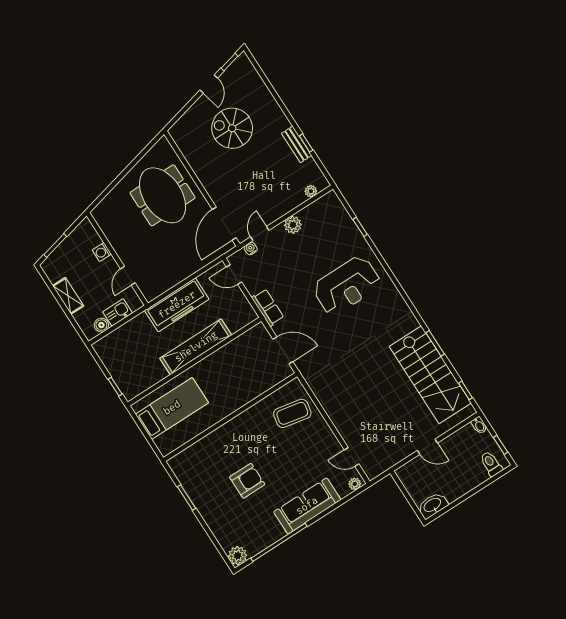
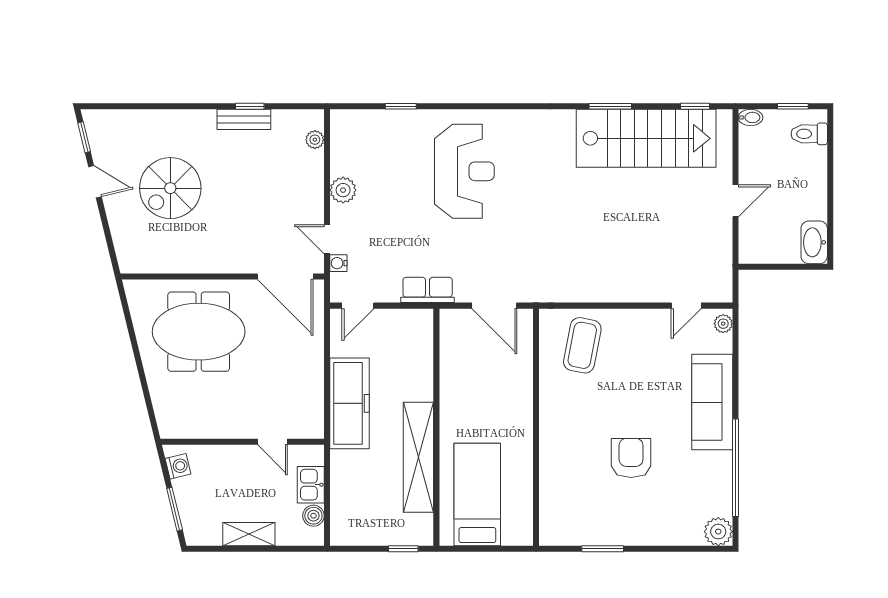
washing machine: (102, 252) -> (178, 466), moved, turned -104
shelving: (196, 347) -> (418, 457), moved
door: (283, 350) -> (494, 306), swing flipped

